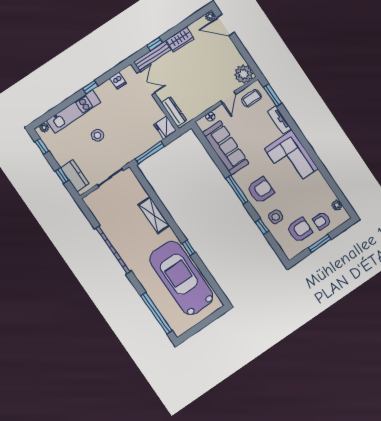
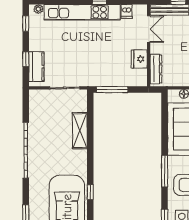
kitchen unit: (74, 112) -> (82, 12), width x1.36
fridge: (165, 128) -> (139, 59), moved
stool: (97, 135) -> (78, 46), removed
shelving: (154, 215) -> (80, 131), moved

